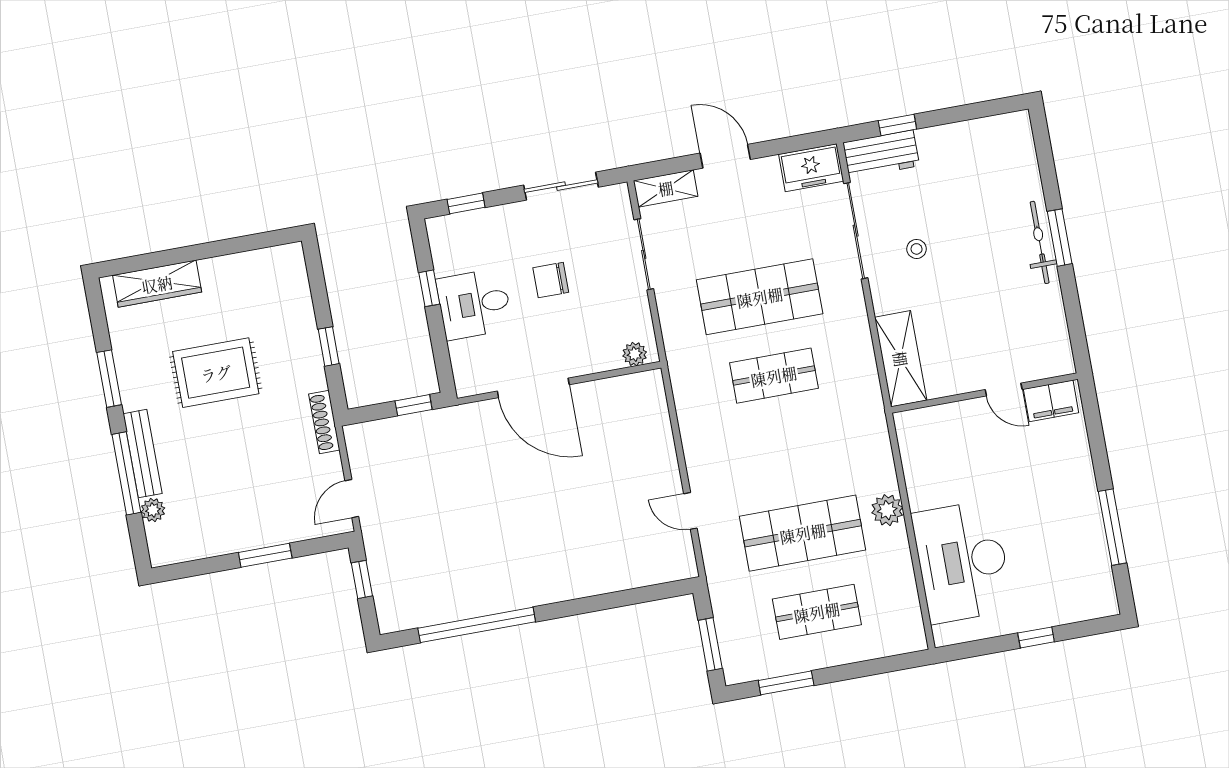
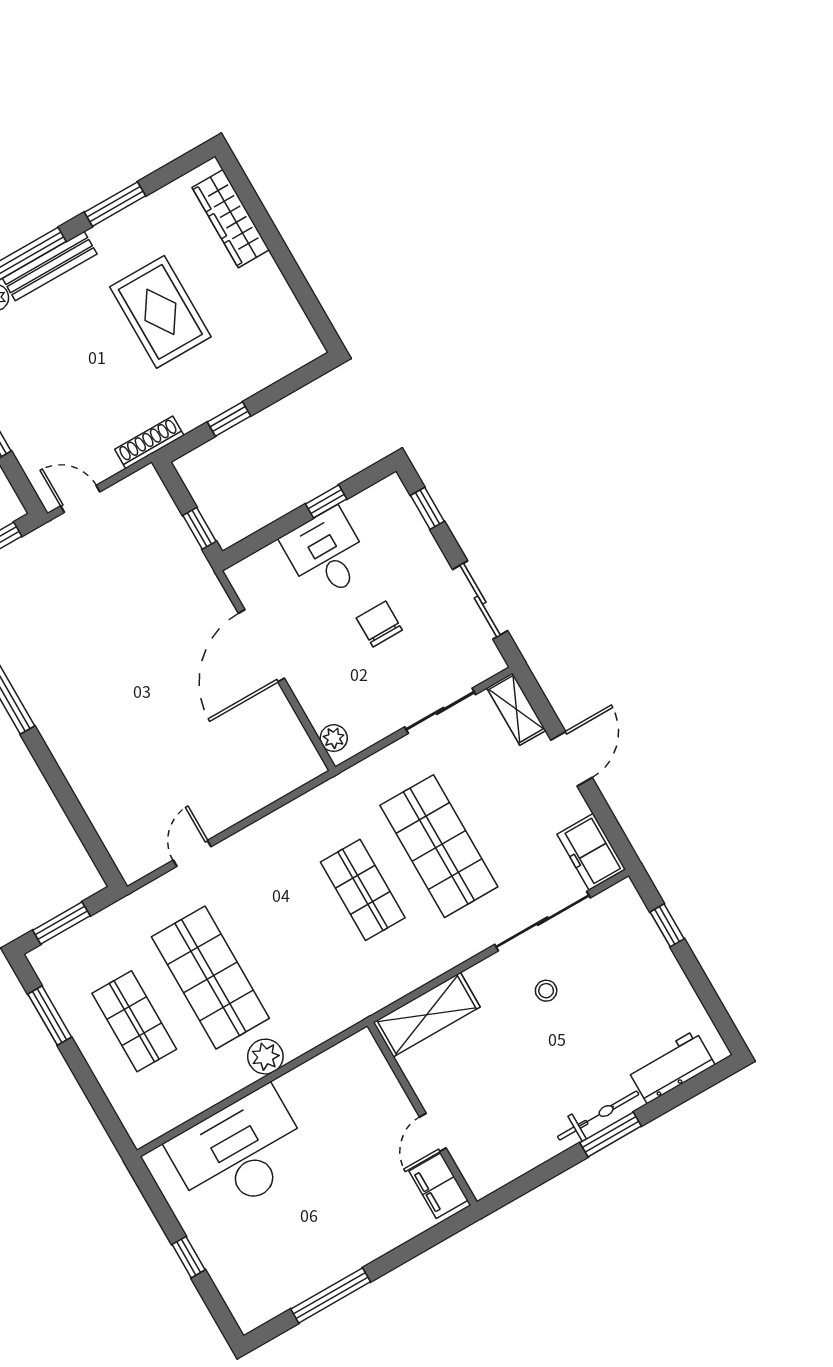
workbench: (881, 154) -> (671, 1067), moved, turned 90

